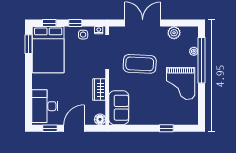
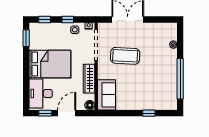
plant: (174, 33) -> (156, 28), removed
bed: (48, 50) -> (50, 64), moved, turned -90
window: (202, 60) -> (180, 79), moved
grand piano: (181, 83) -> (162, 73), removed
wardrobe: (99, 90) -> (89, 79), width x1.50

